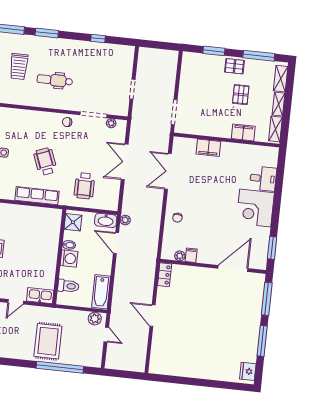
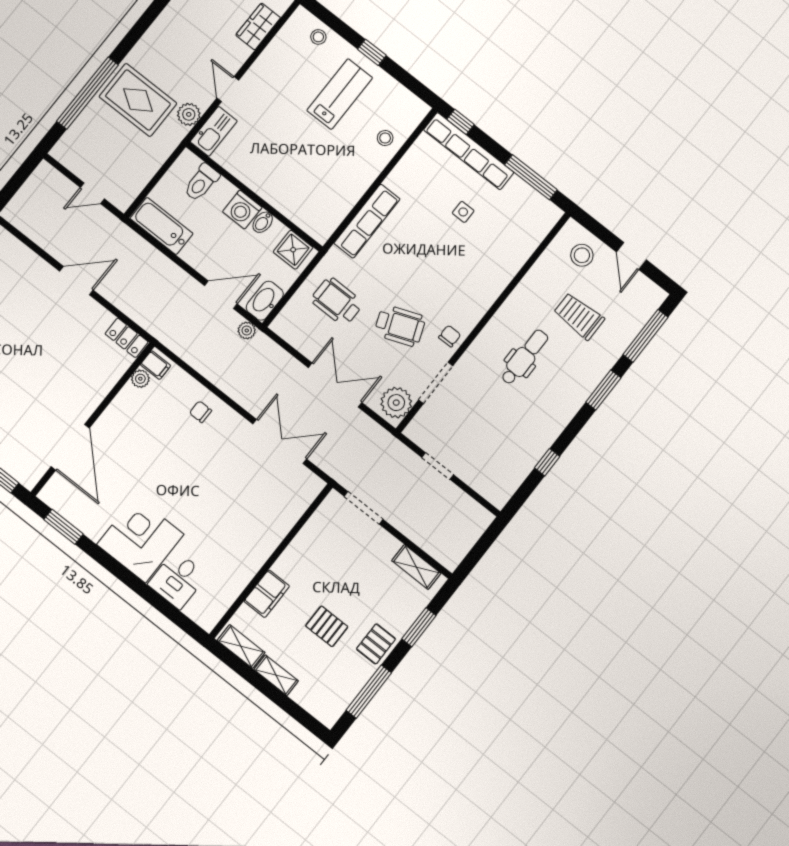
shelving: (281, 79) -> (416, 567), moved
plant: (111, 123) -> (396, 403), width x1.88, depth x1.88
filing cabinet: (208, 148) -> (277, 526), removed
wheelchair: (45, 162) -> (400, 326), moved
filing cabinet: (191, 255) -> (155, 365), moved
plant: (95, 319) -> (189, 114), moved

